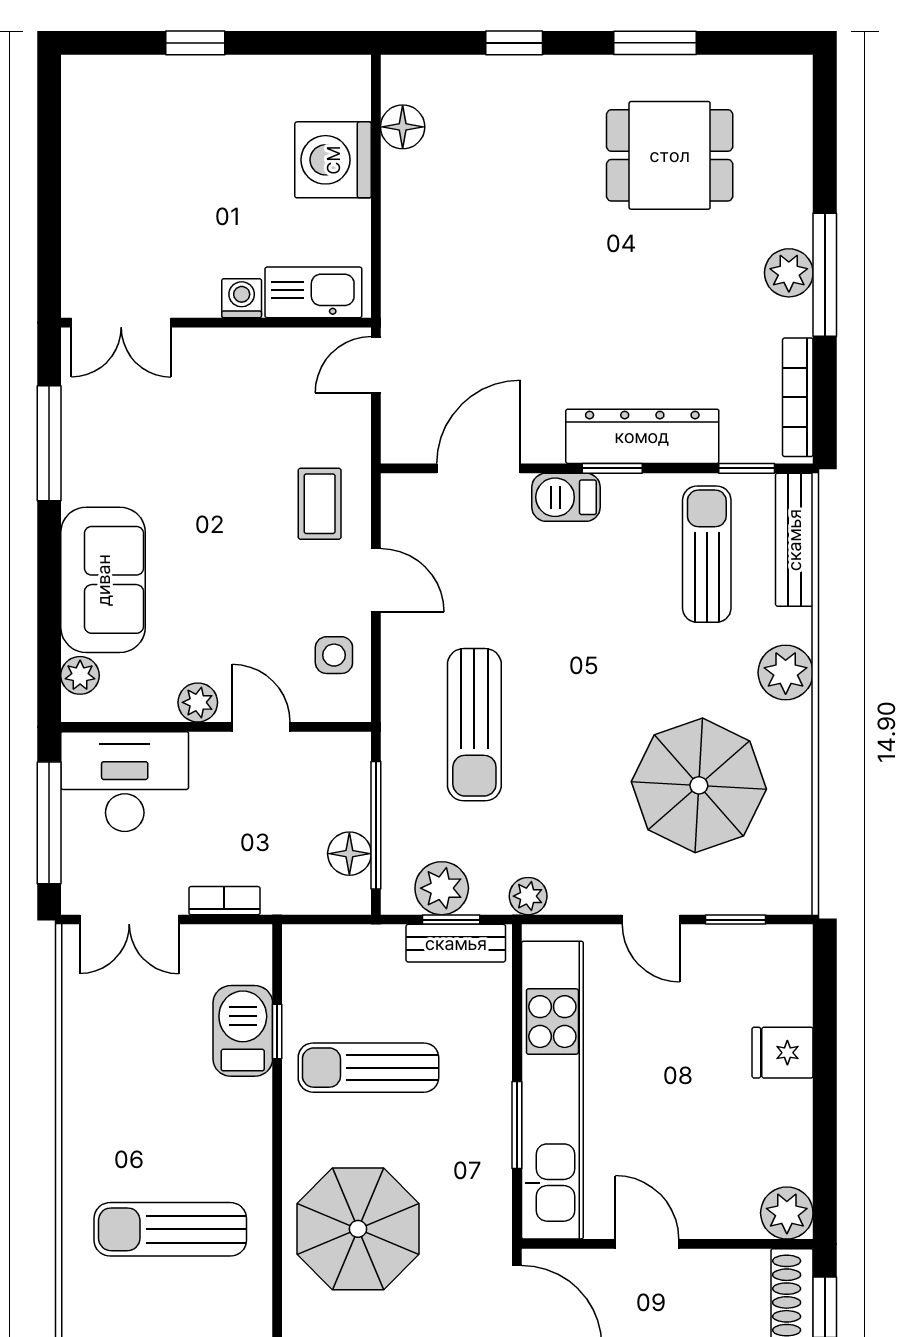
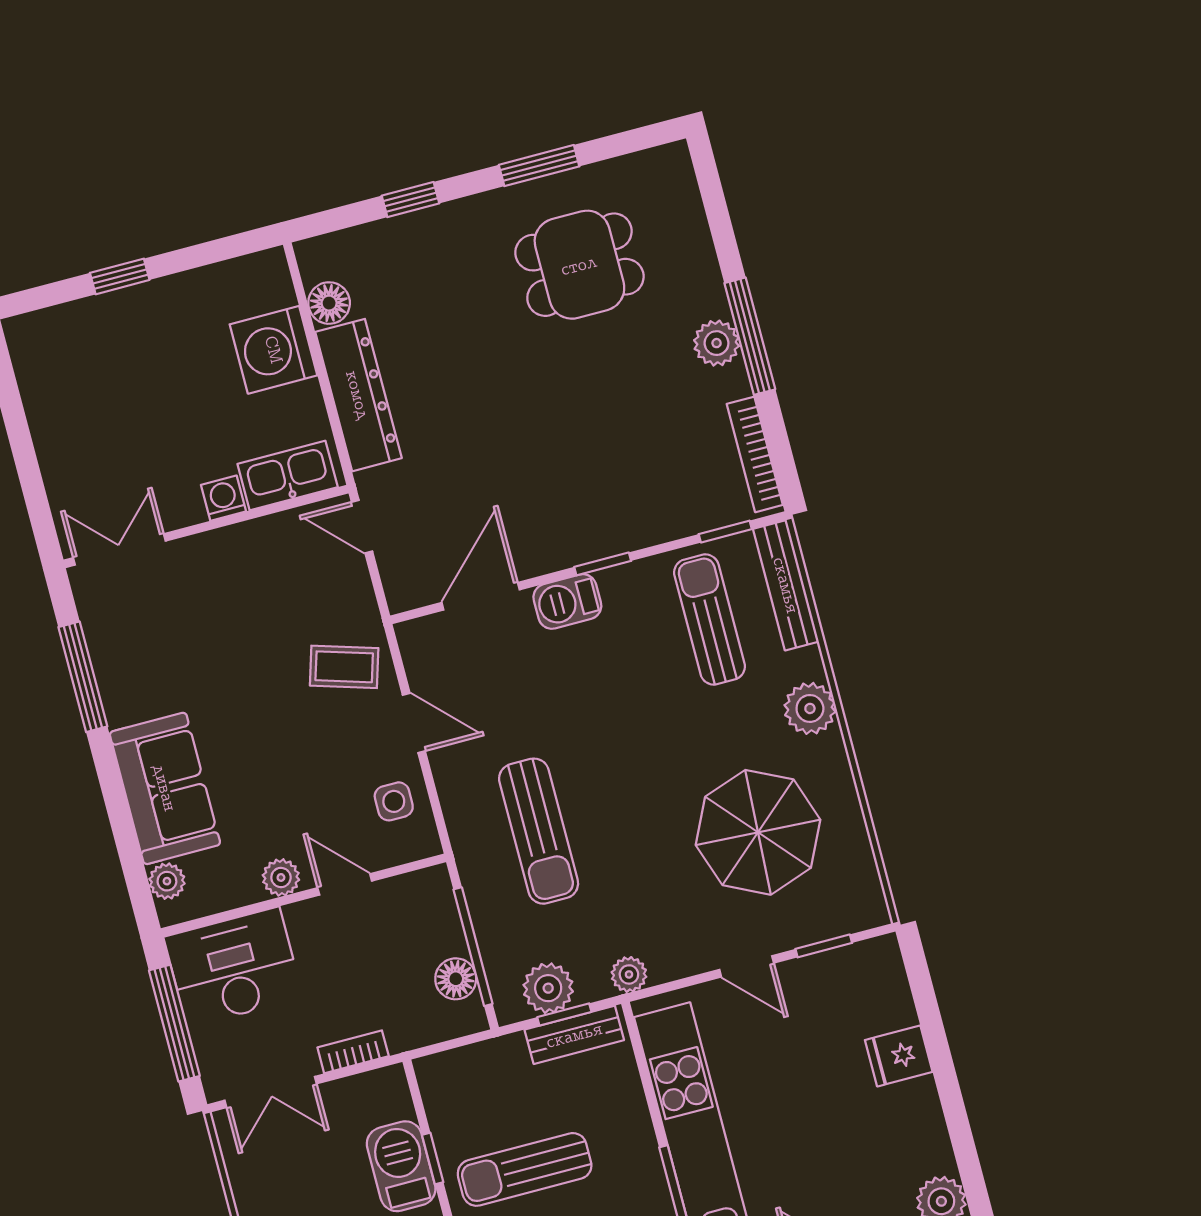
double door: (121, 323) -> (119, 549), swing flipped
door: (376, 365) -> (362, 527), hinge flipped
dresser: (642, 436) -> (358, 395), moved, turned 90
coffee table: (320, 504) -> (344, 667), turned -73

